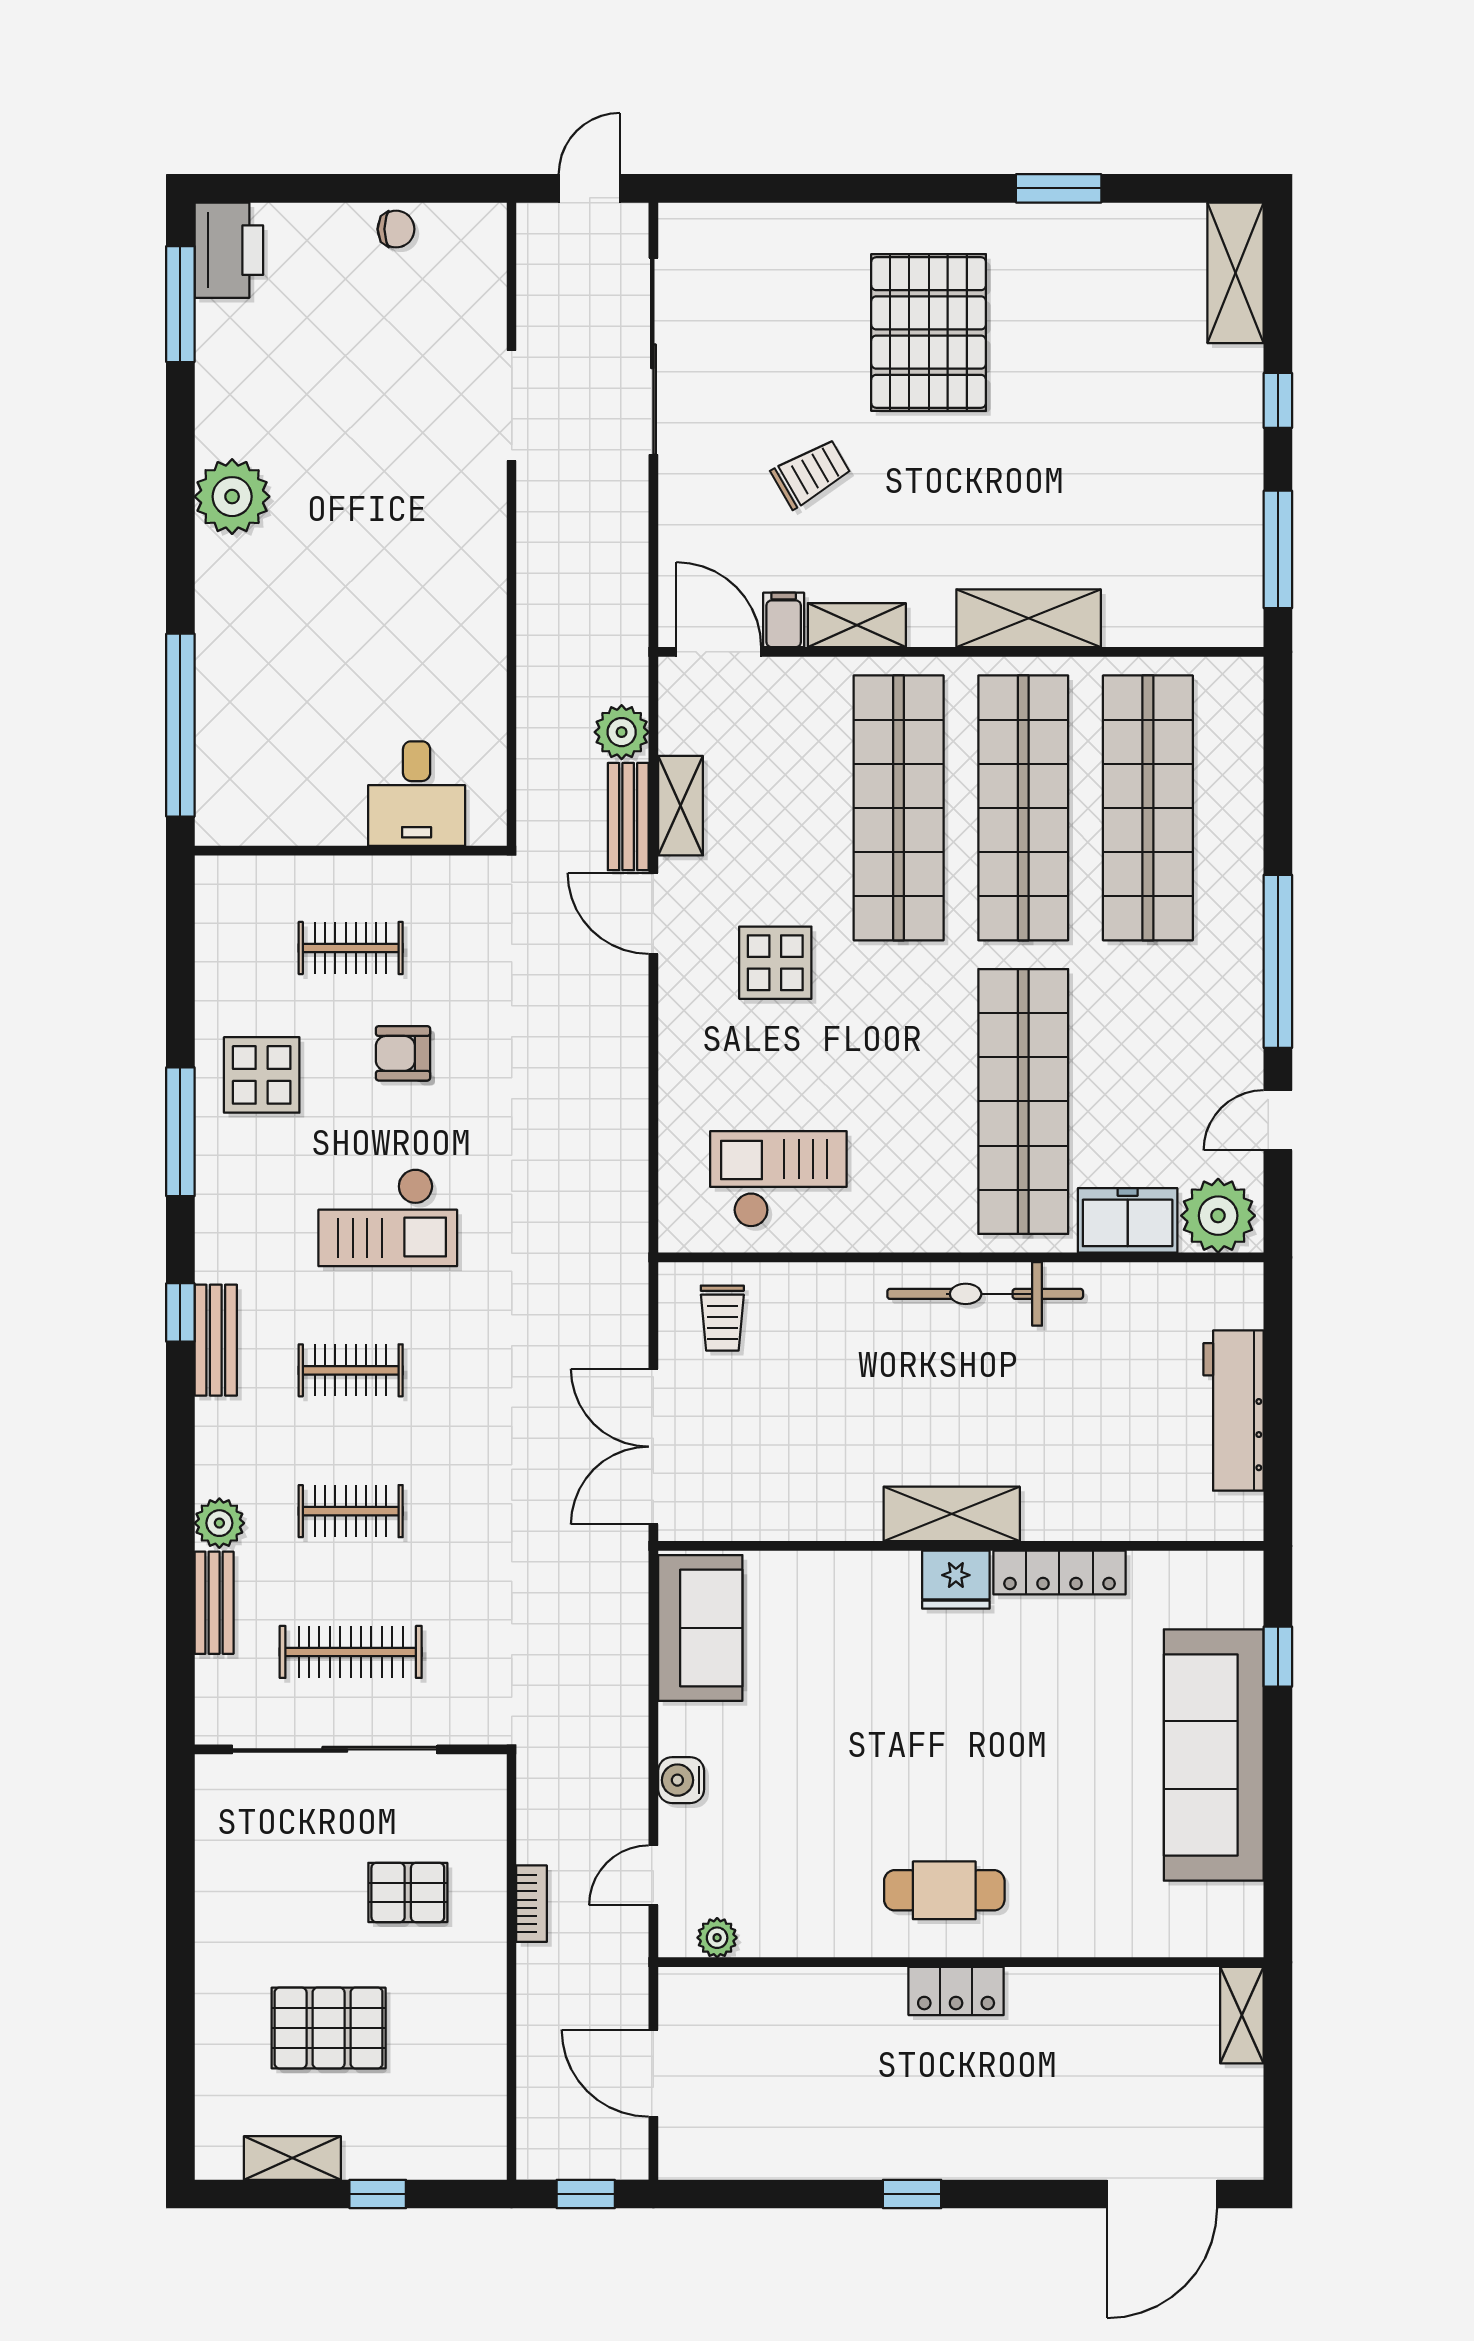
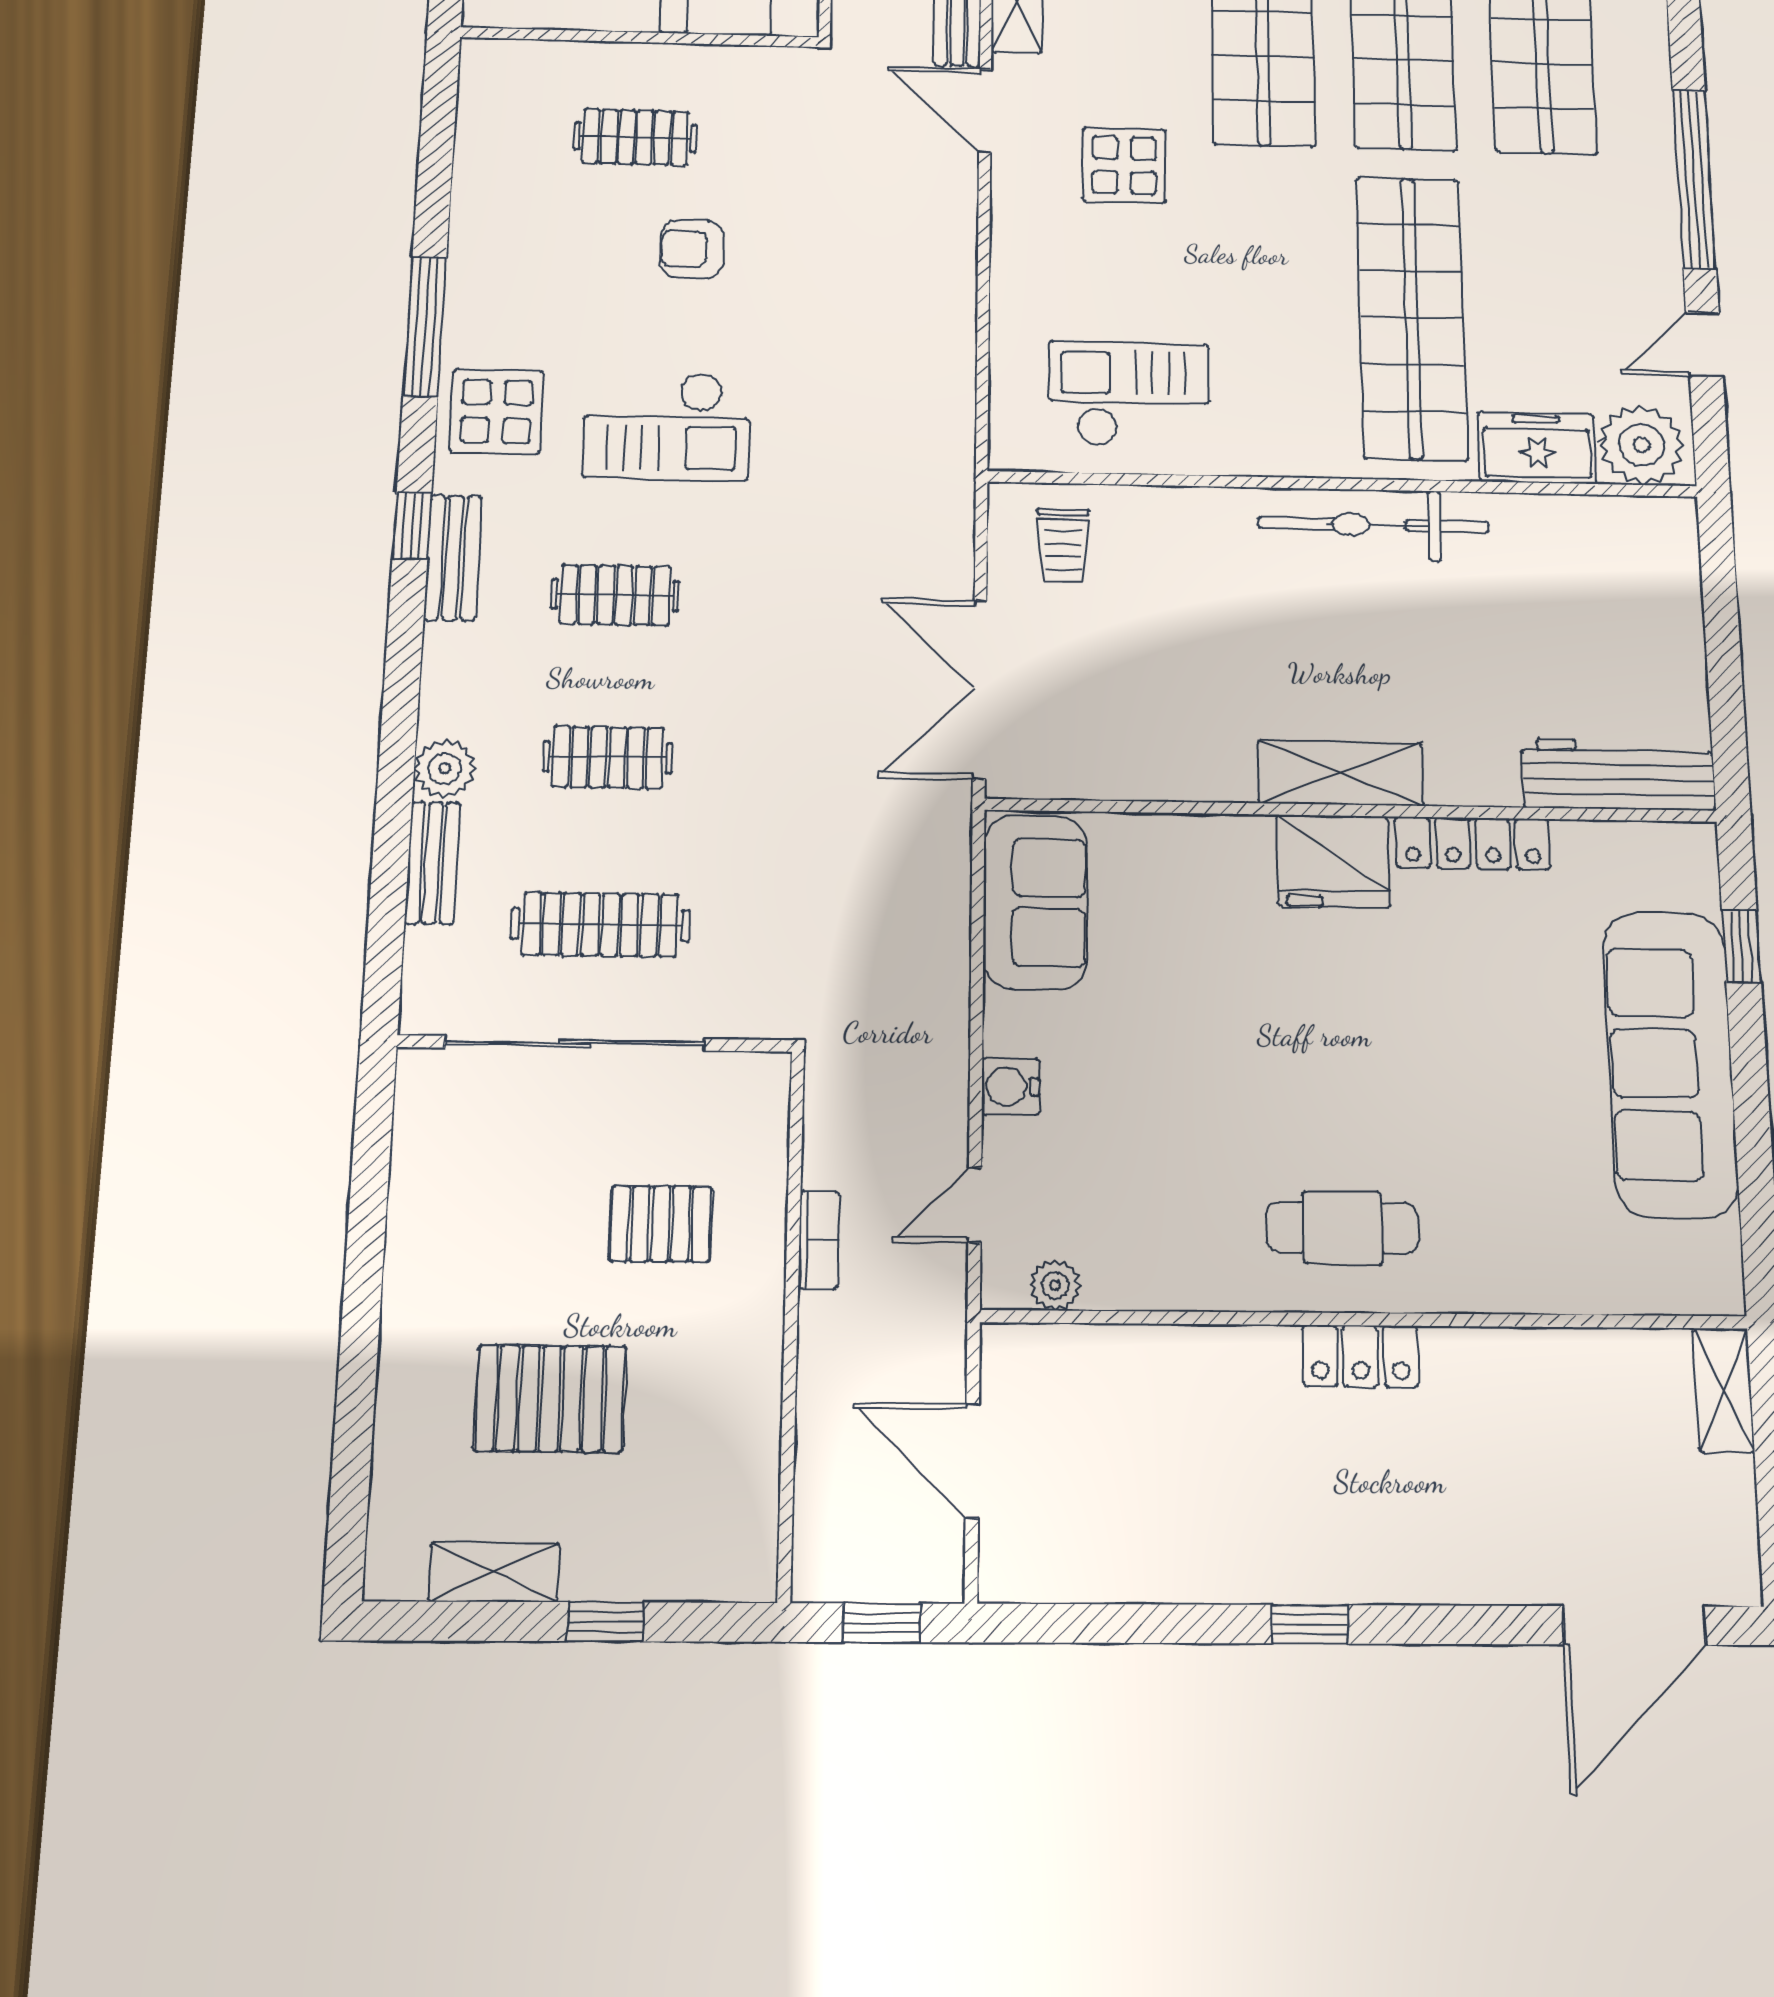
display table: (262, 1075) -> (497, 411), moved
workbench: (1234, 1411) -> (1618, 774), moved, turned 90
fridge: (956, 1580) -> (1333, 861), width x1.36, depth x1.34

